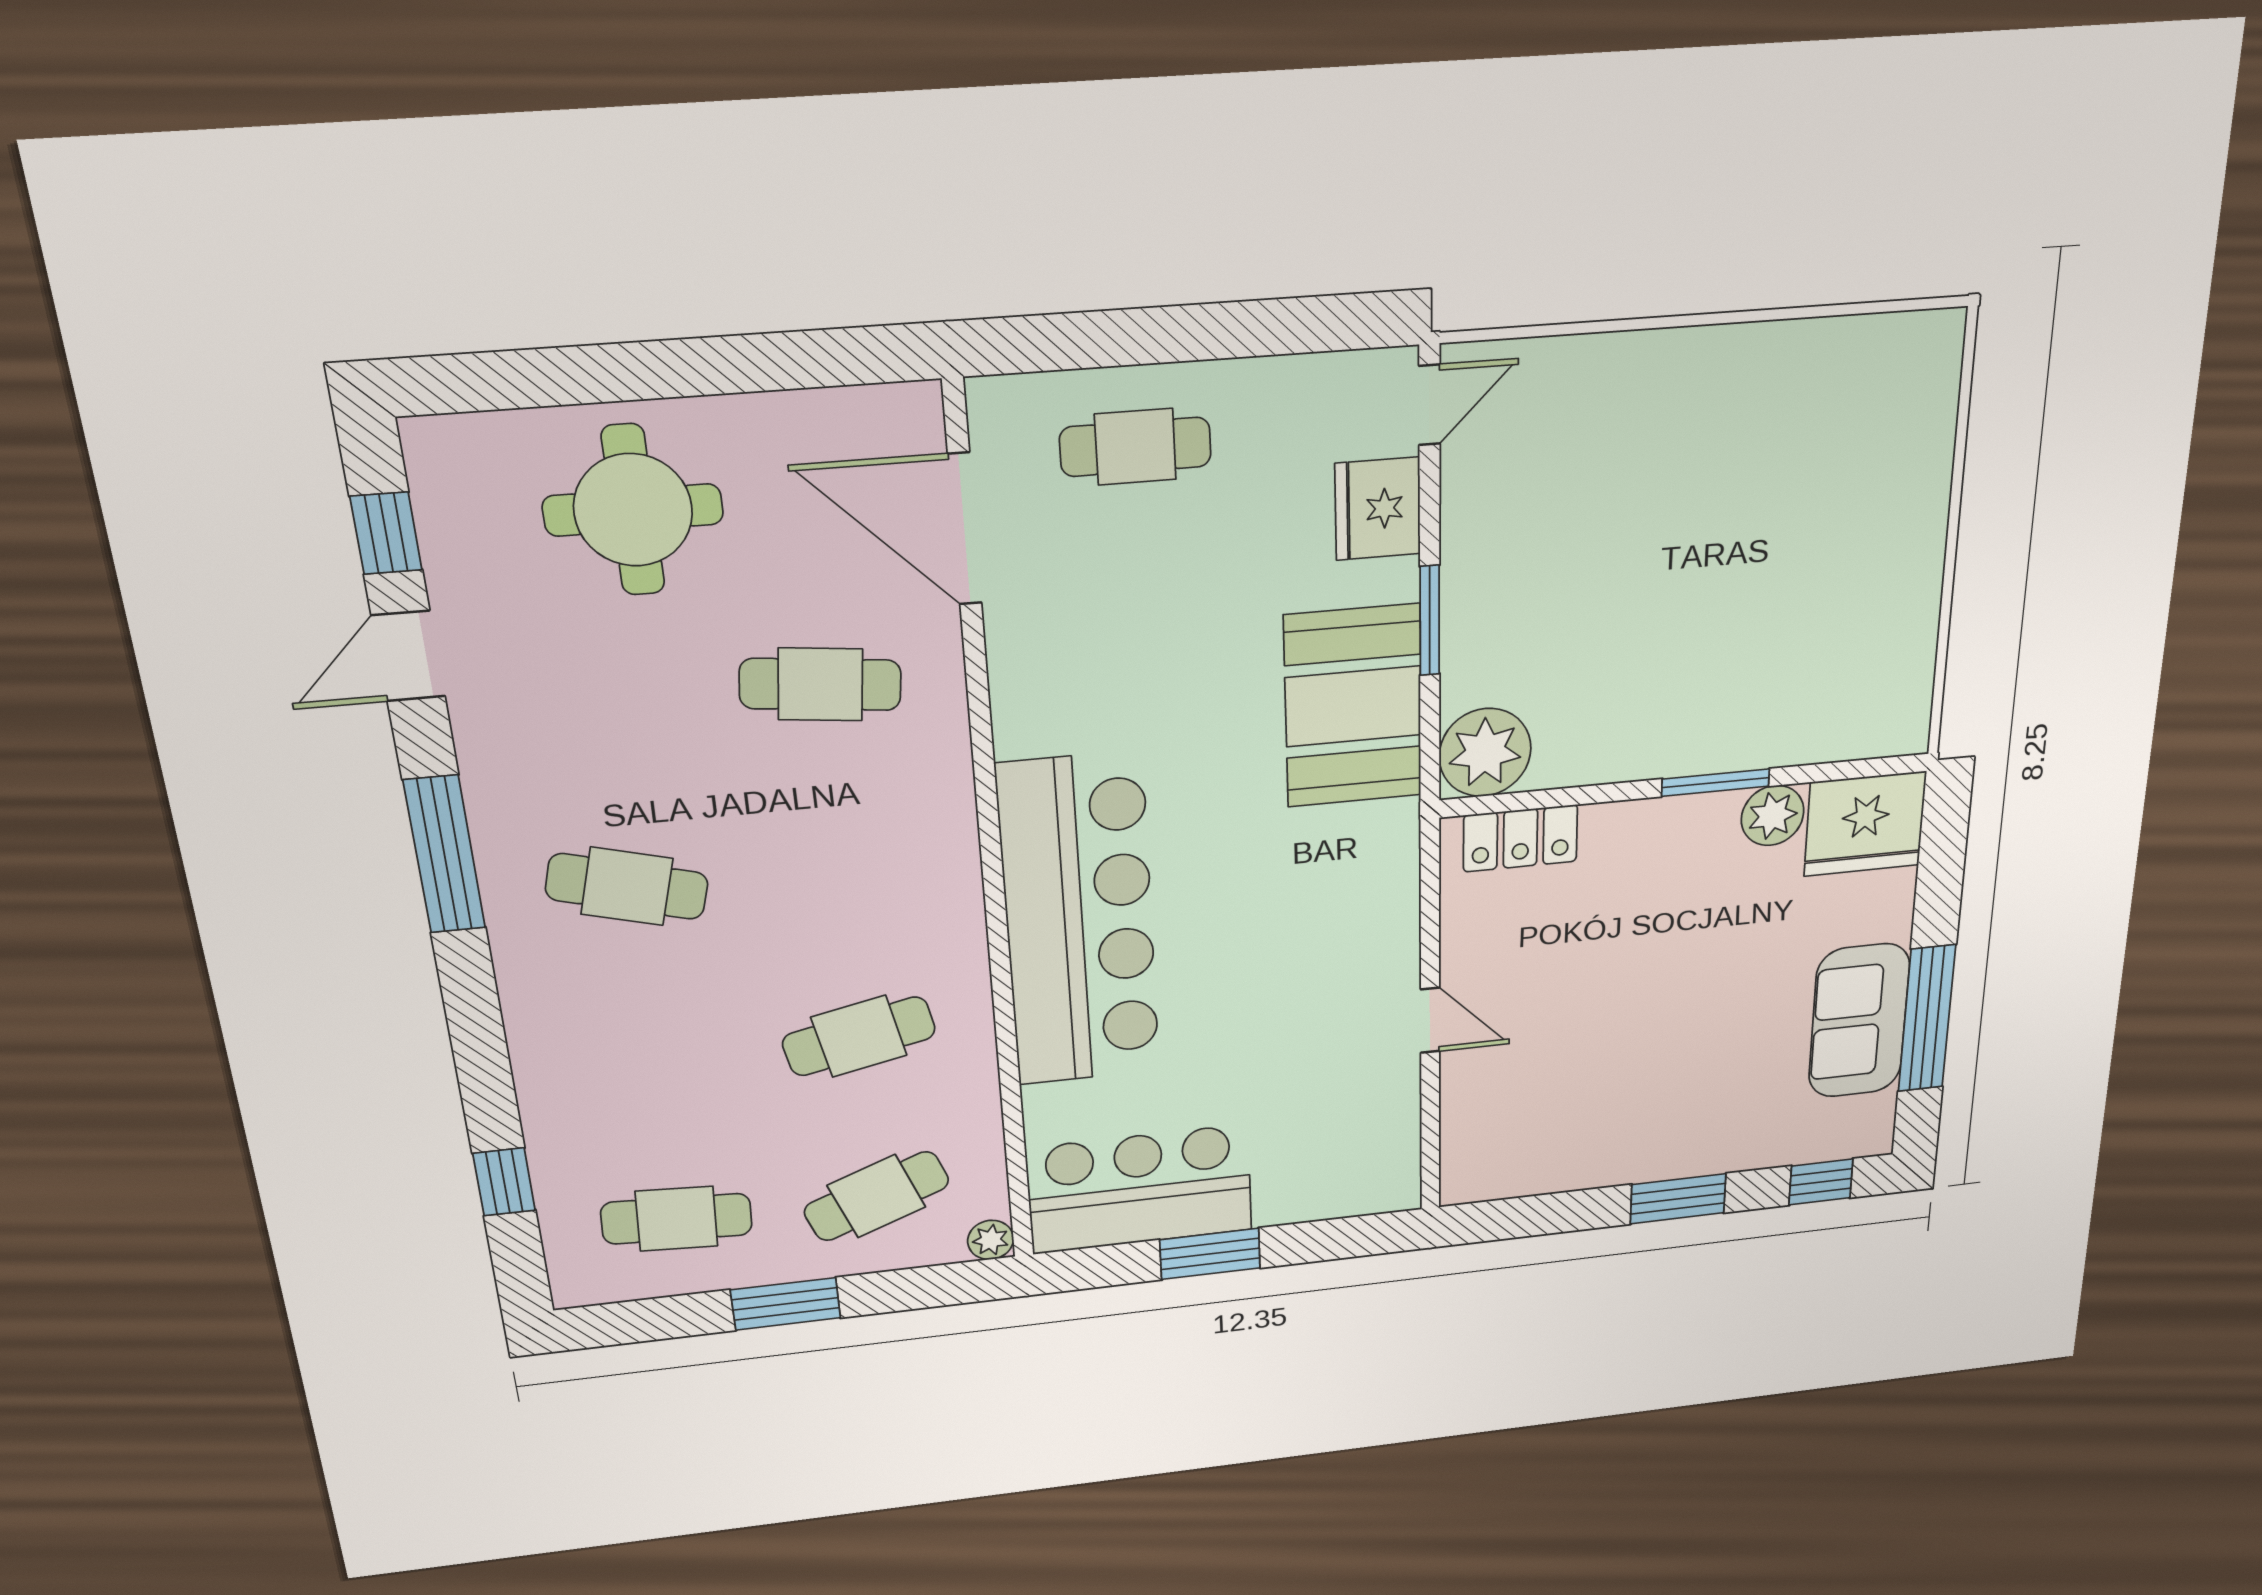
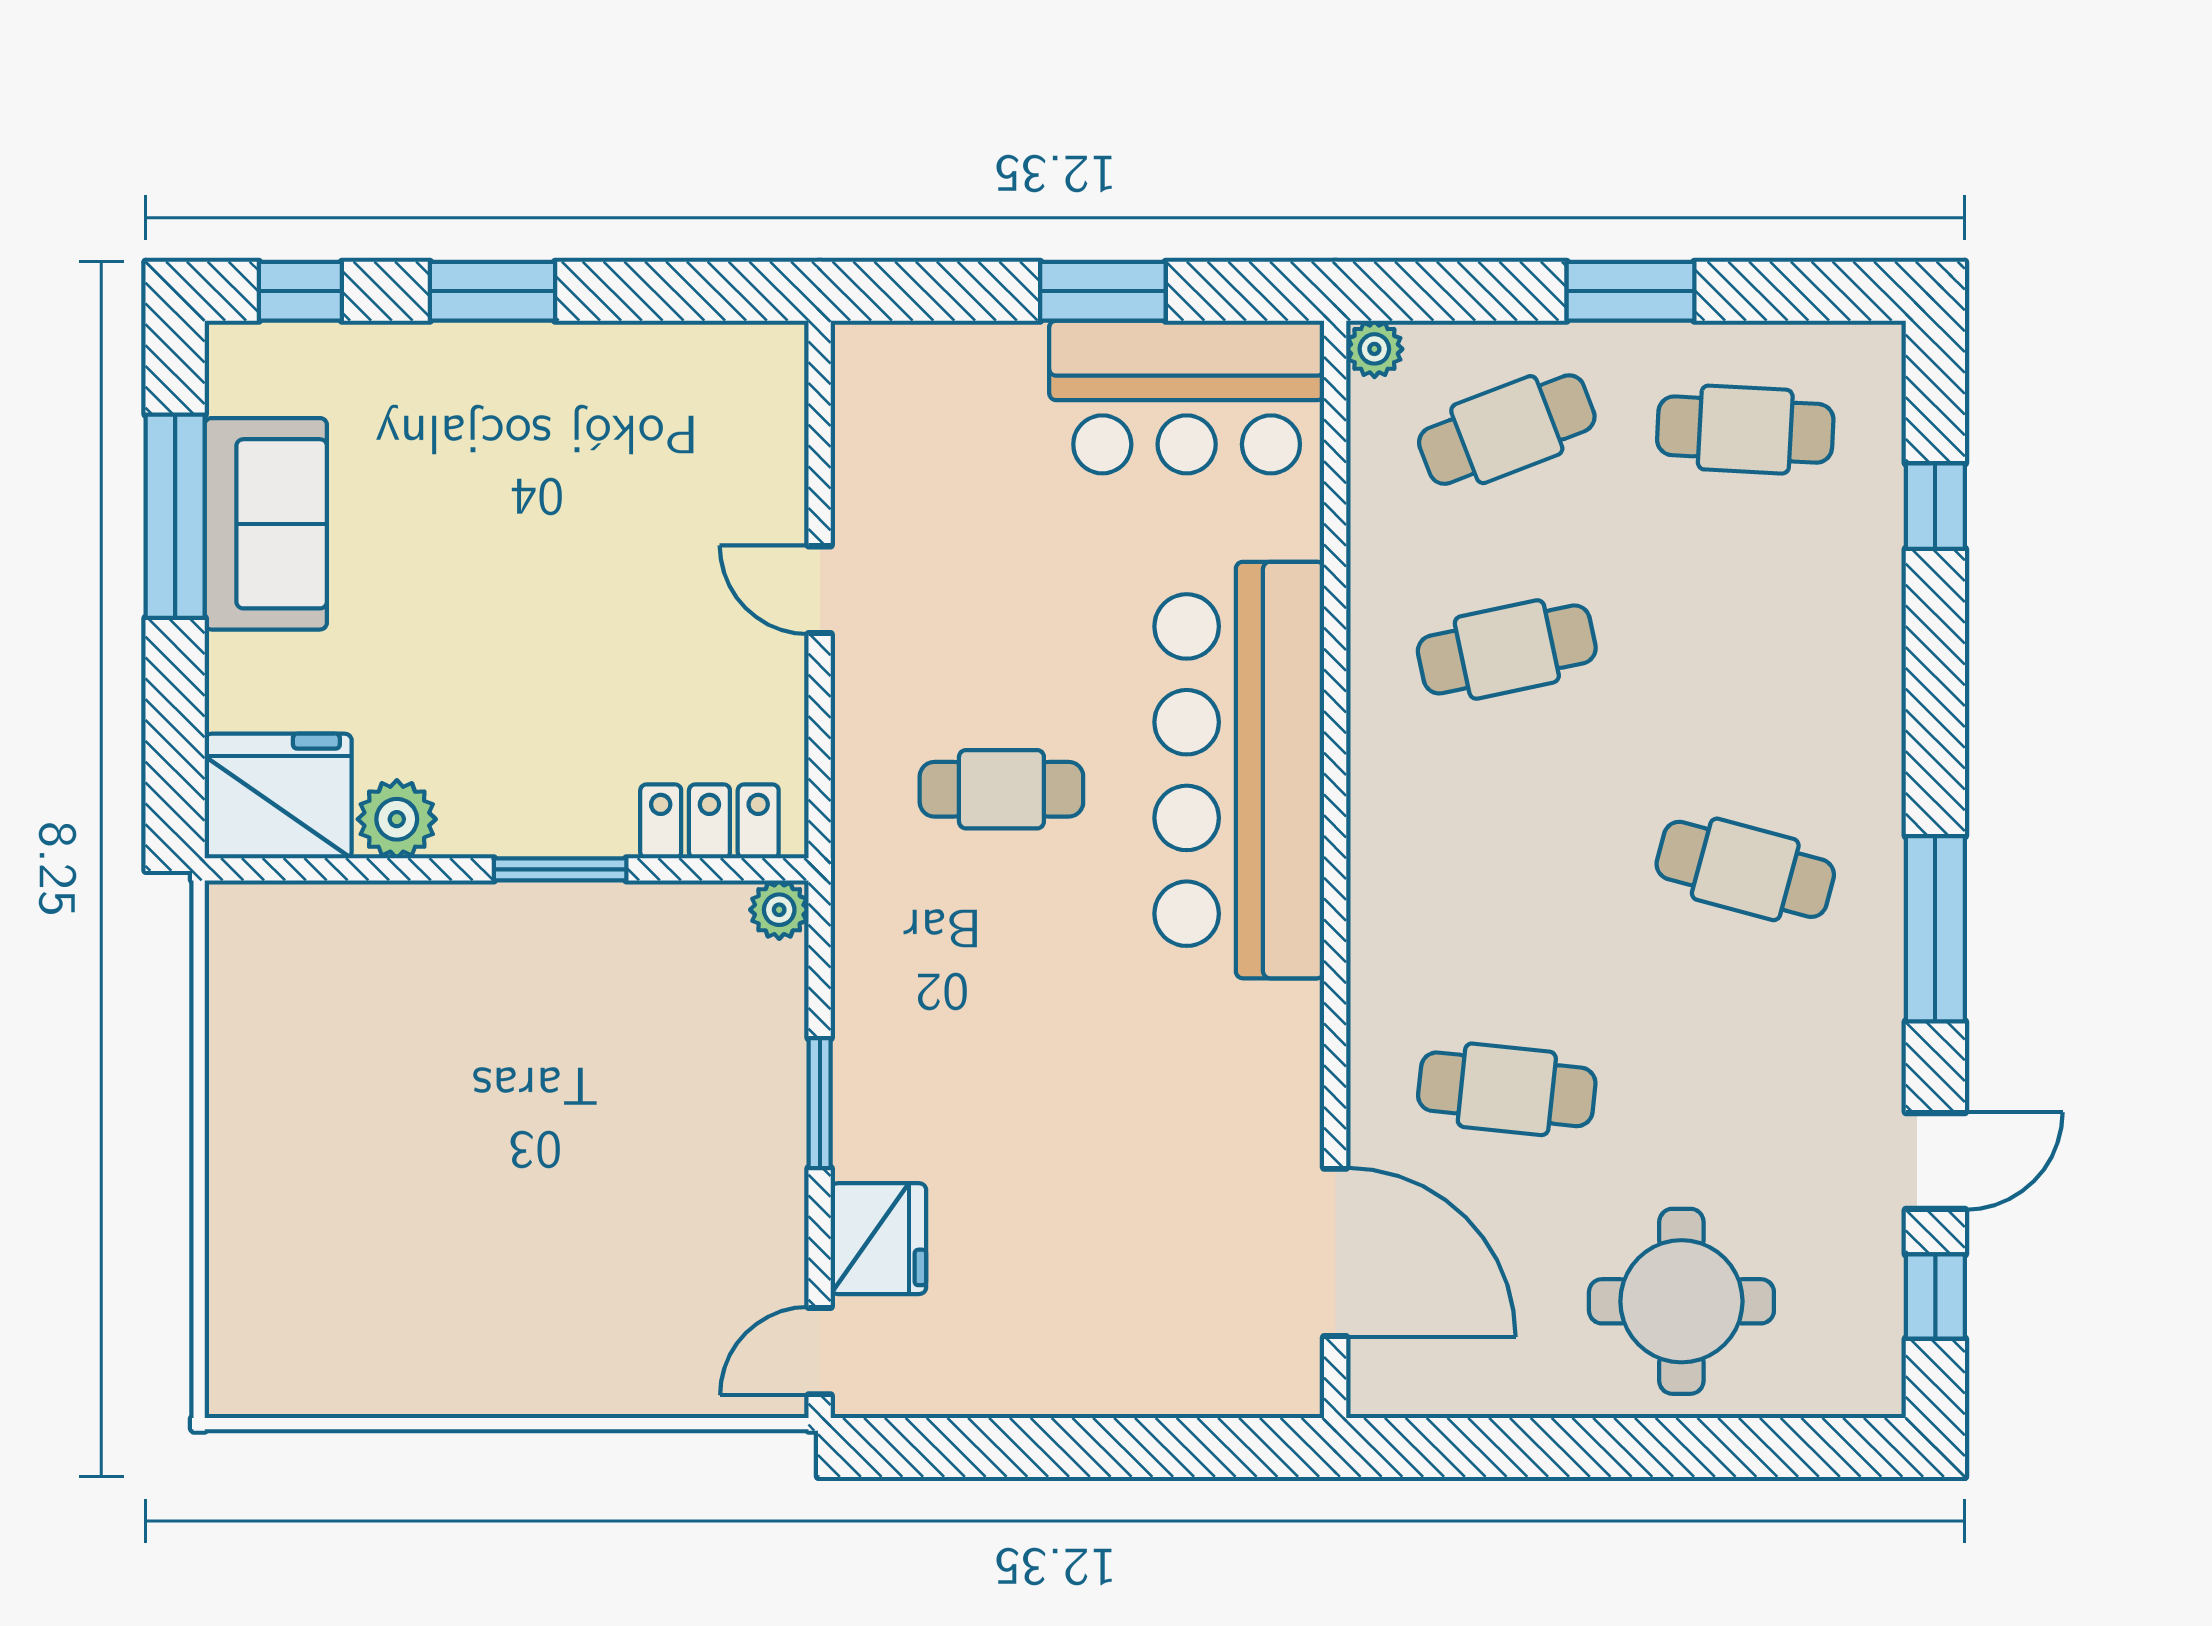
cafe table: (1135, 447) -> (1001, 789), moved
booth: (1353, 706) -> (909, 1008), removed
plant: (1485, 753) -> (779, 910), width x0.53, depth x0.53
window: (1715, 783) -> (560, 869), moved

